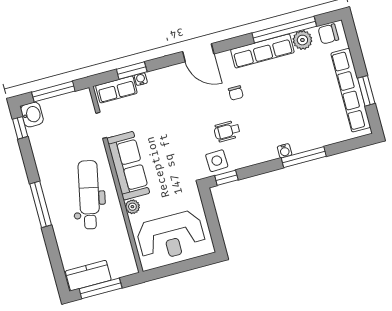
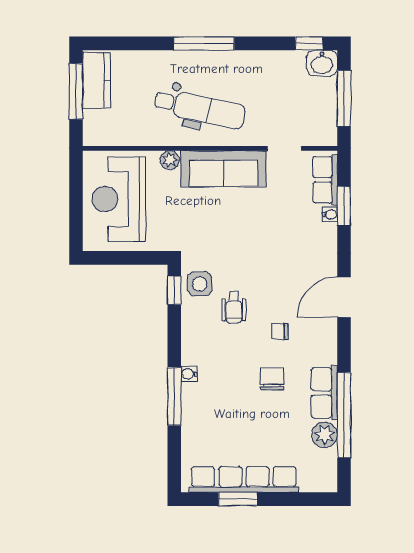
chair: (328, 34) -> (272, 379), moved
row of seats: (262, 51) -> (324, 393), width x0.68
wheelchair: (227, 131) -> (234, 307), turned 180

